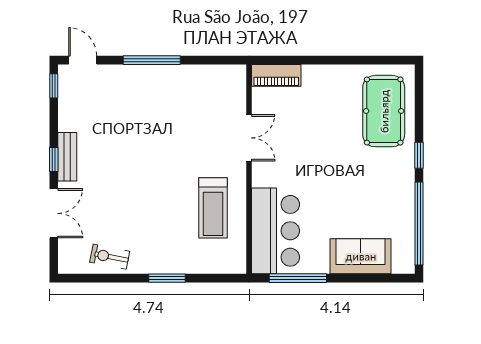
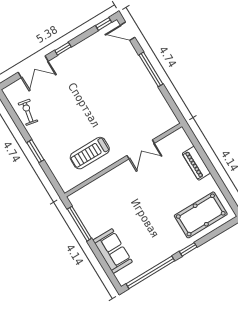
door: (83, 60) -> (128, 31), swing flipped
piano: (276, 75) -> (196, 163), moved
bench: (67, 157) -> (69, 55), removed
bar counter: (275, 231) -> (98, 195), removed

